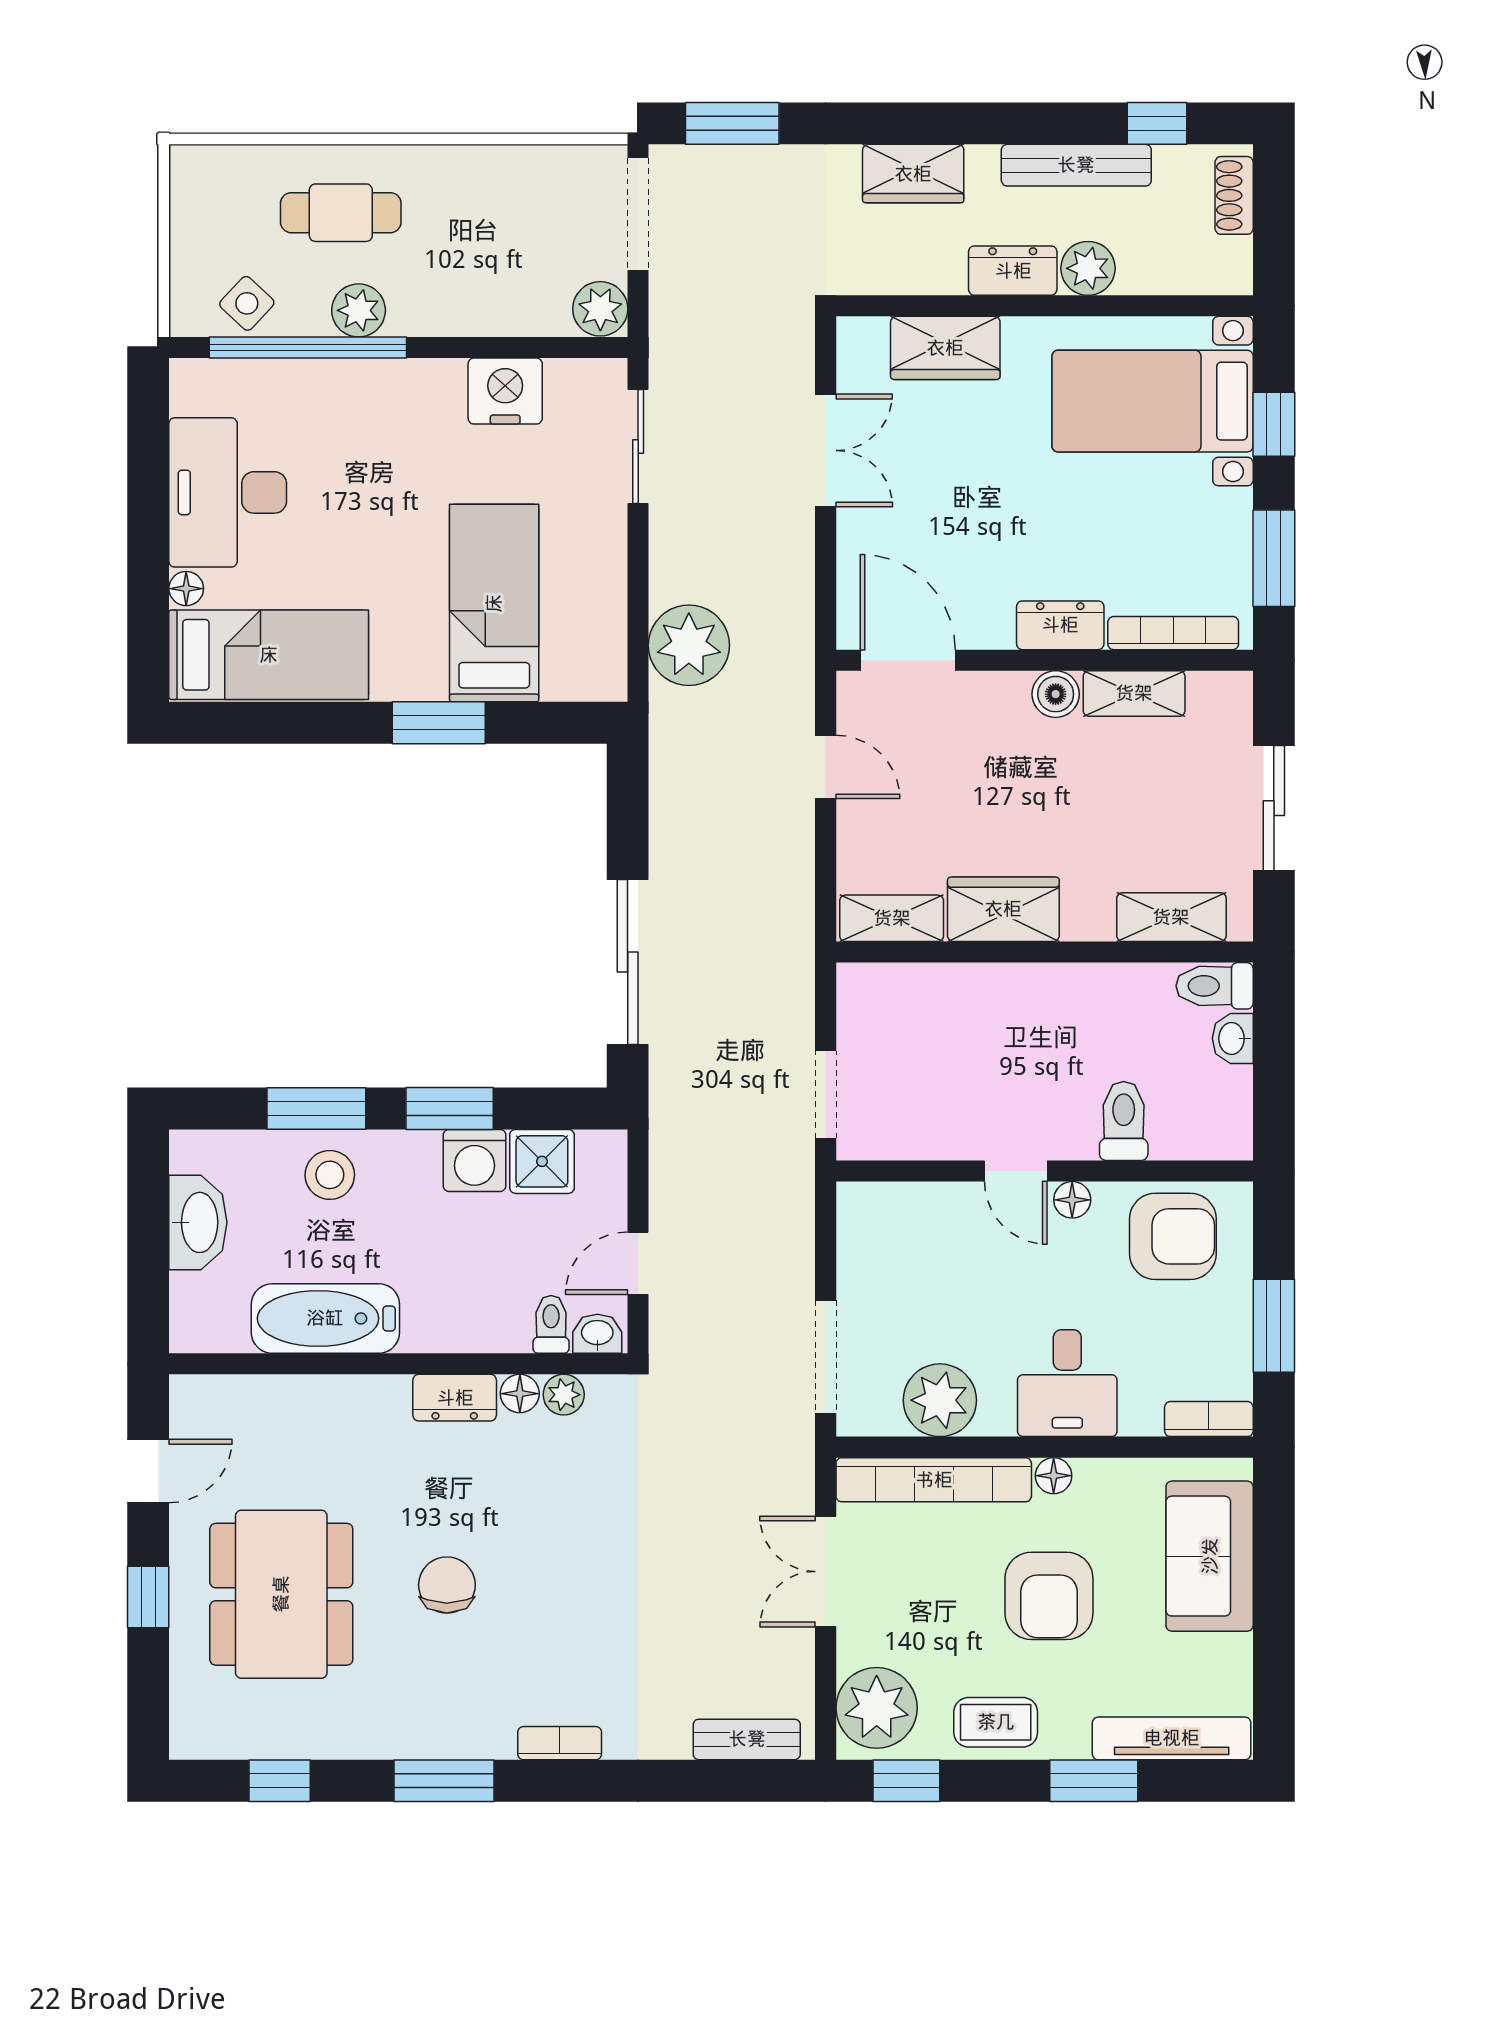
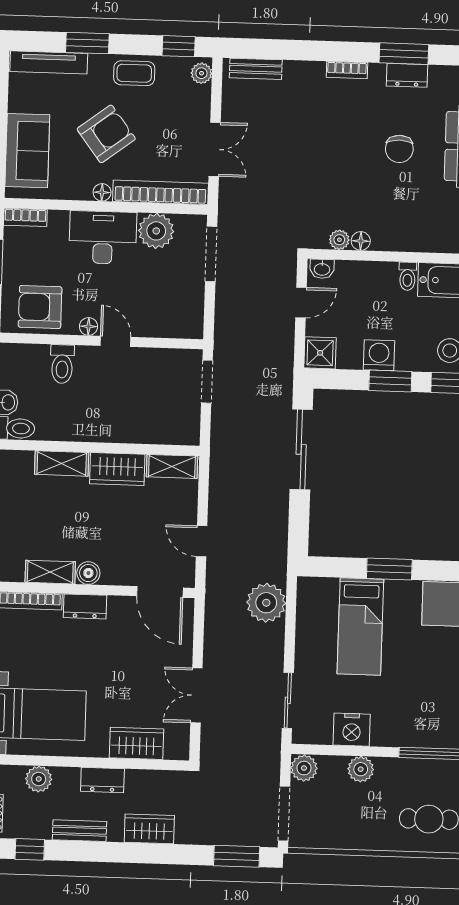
bench: (1076, 165) -> (79, 831), width x0.73
plant: (1088, 268) -> (39, 779), moved
plant: (359, 310) -> (361, 769), moved
shelving: (1171, 917) -> (62, 463), moved
shower: (542, 1161) -> (320, 353), moved
toilet: (551, 1324) -> (407, 276), moved
desk: (1067, 1383) -> (103, 238), width x1.37
dresser: (455, 1398) -> (407, 75), moved, turned 180
armchair: (1049, 1596) -> (106, 134), turned 53
plant: (877, 1708) -> (201, 73), width x0.53, depth x0.53

